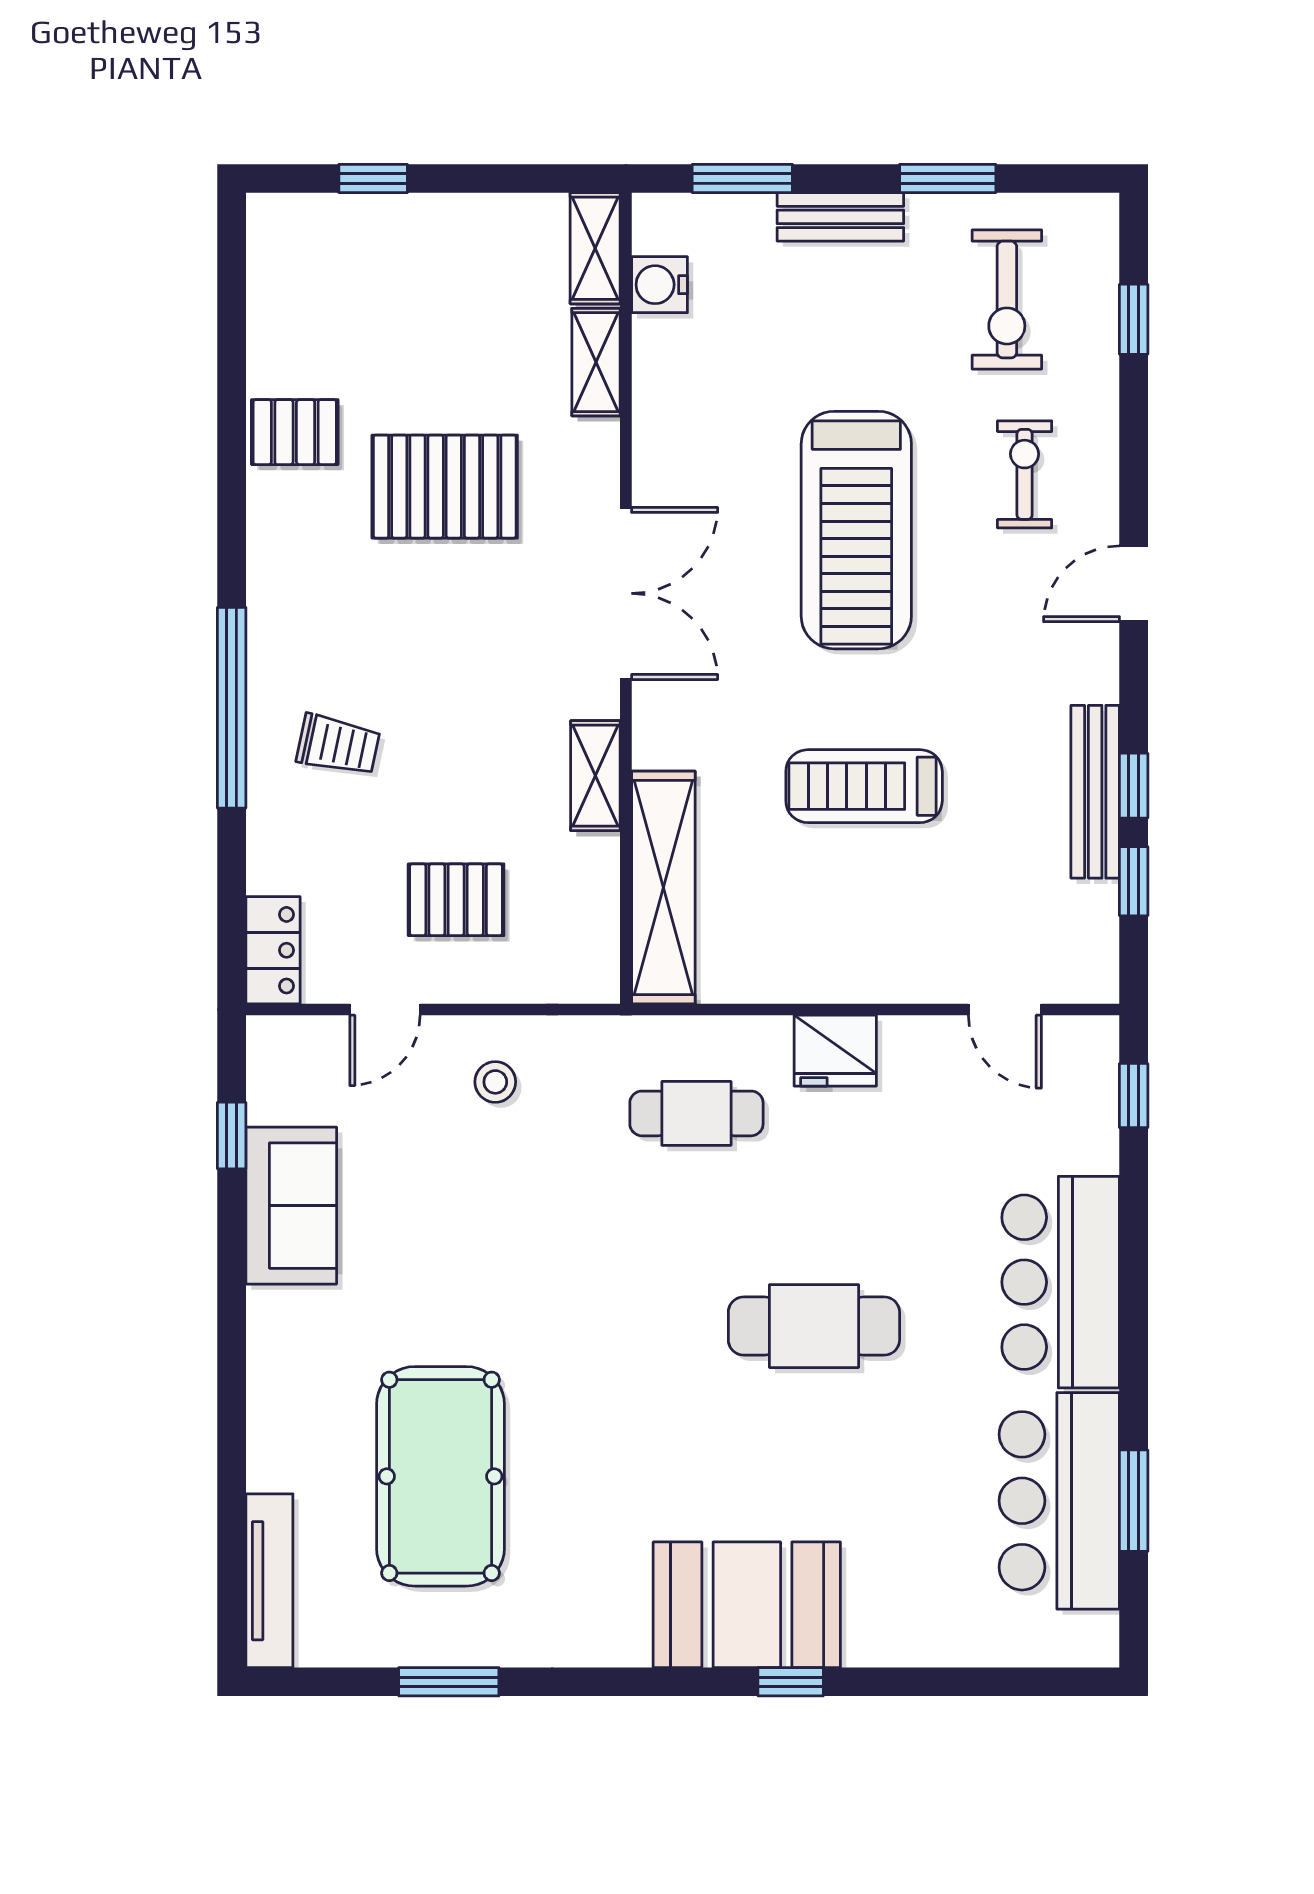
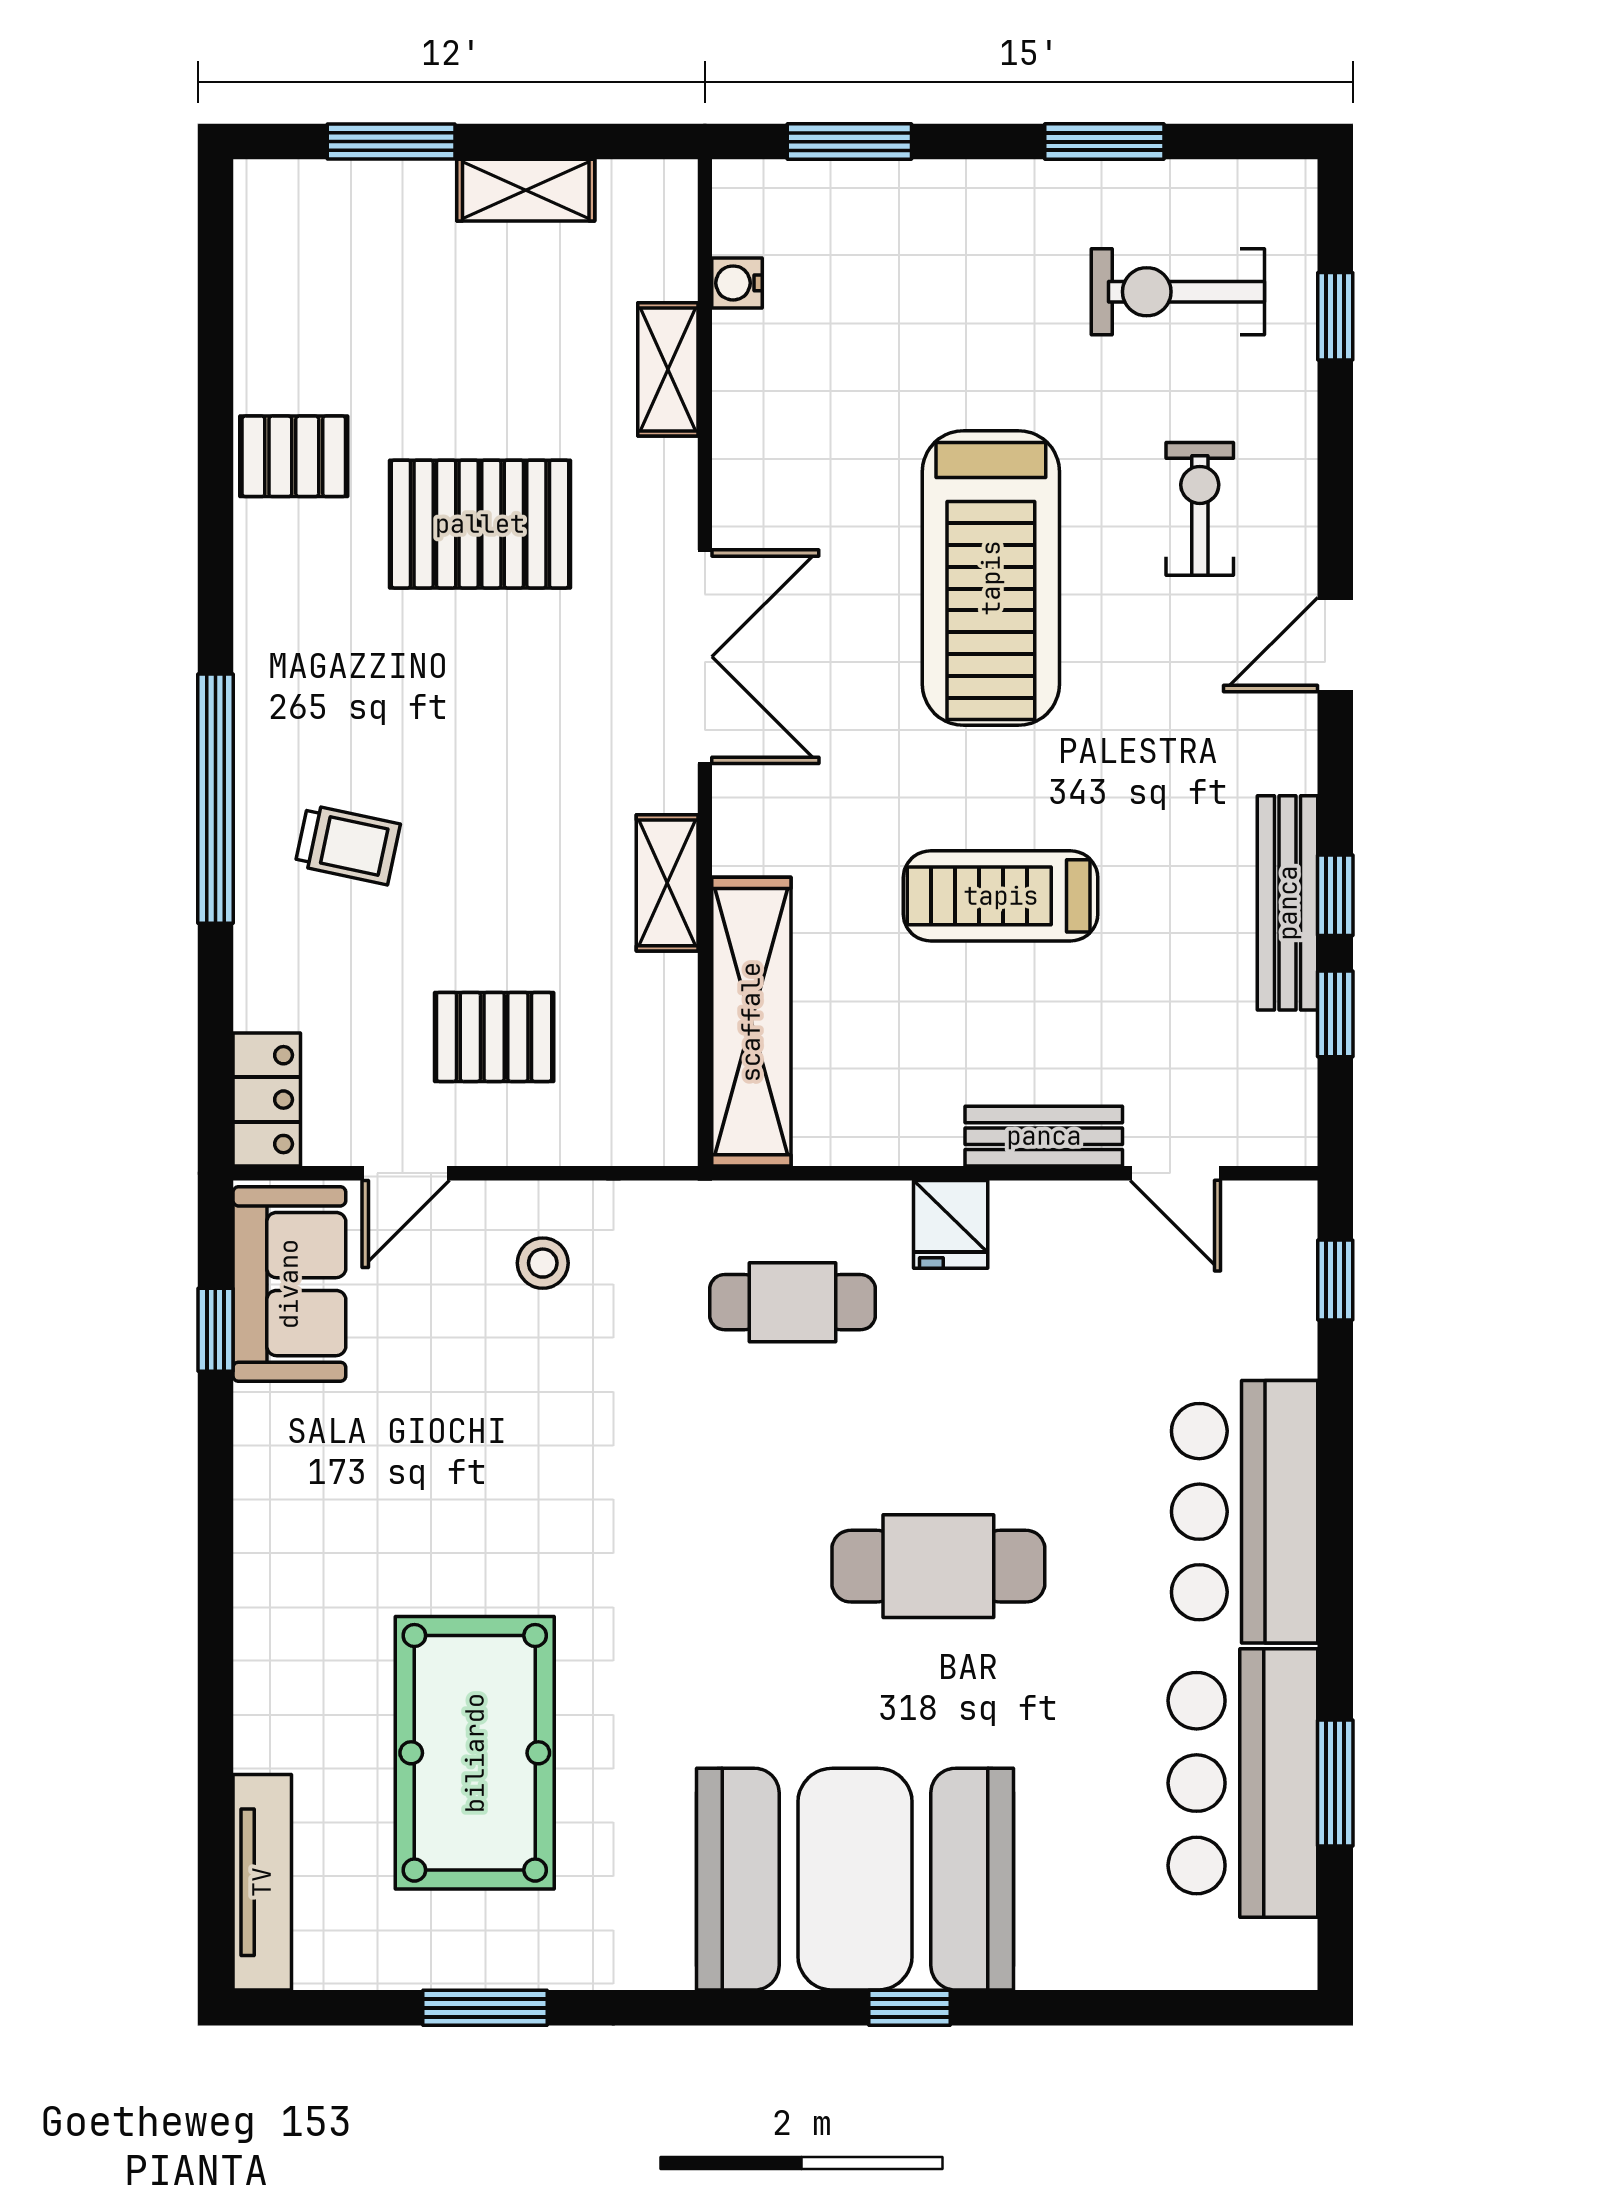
window: (373, 179) -> (391, 142), width x1.50
bench: (840, 217) -> (1044, 1136), moved
shelving: (595, 248) -> (526, 190), moved, turned 90
water cooler: (660, 285) -> (737, 283), width x0.72, depth x0.72
exercise bike: (1007, 300) -> (1178, 292), turned 90
fridge: (835, 1051) -> (951, 1224), width x0.72
sofa: (291, 1206) -> (289, 1284), moved
booth: (747, 1605) -> (855, 1879), width x1.36, depth x1.42

